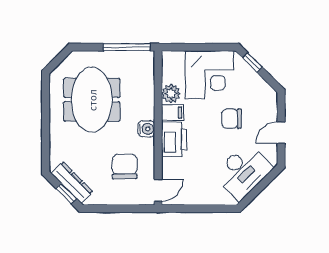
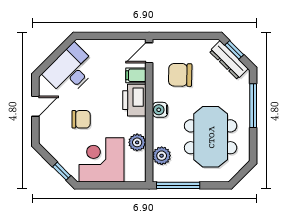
plant: (145, 79) -> (162, 156), added
filing cabinet: (172, 112) -> (136, 75), moved
window: (46, 133) -> (253, 106), added
chair: (125, 167) -> (180, 75), turned 91

